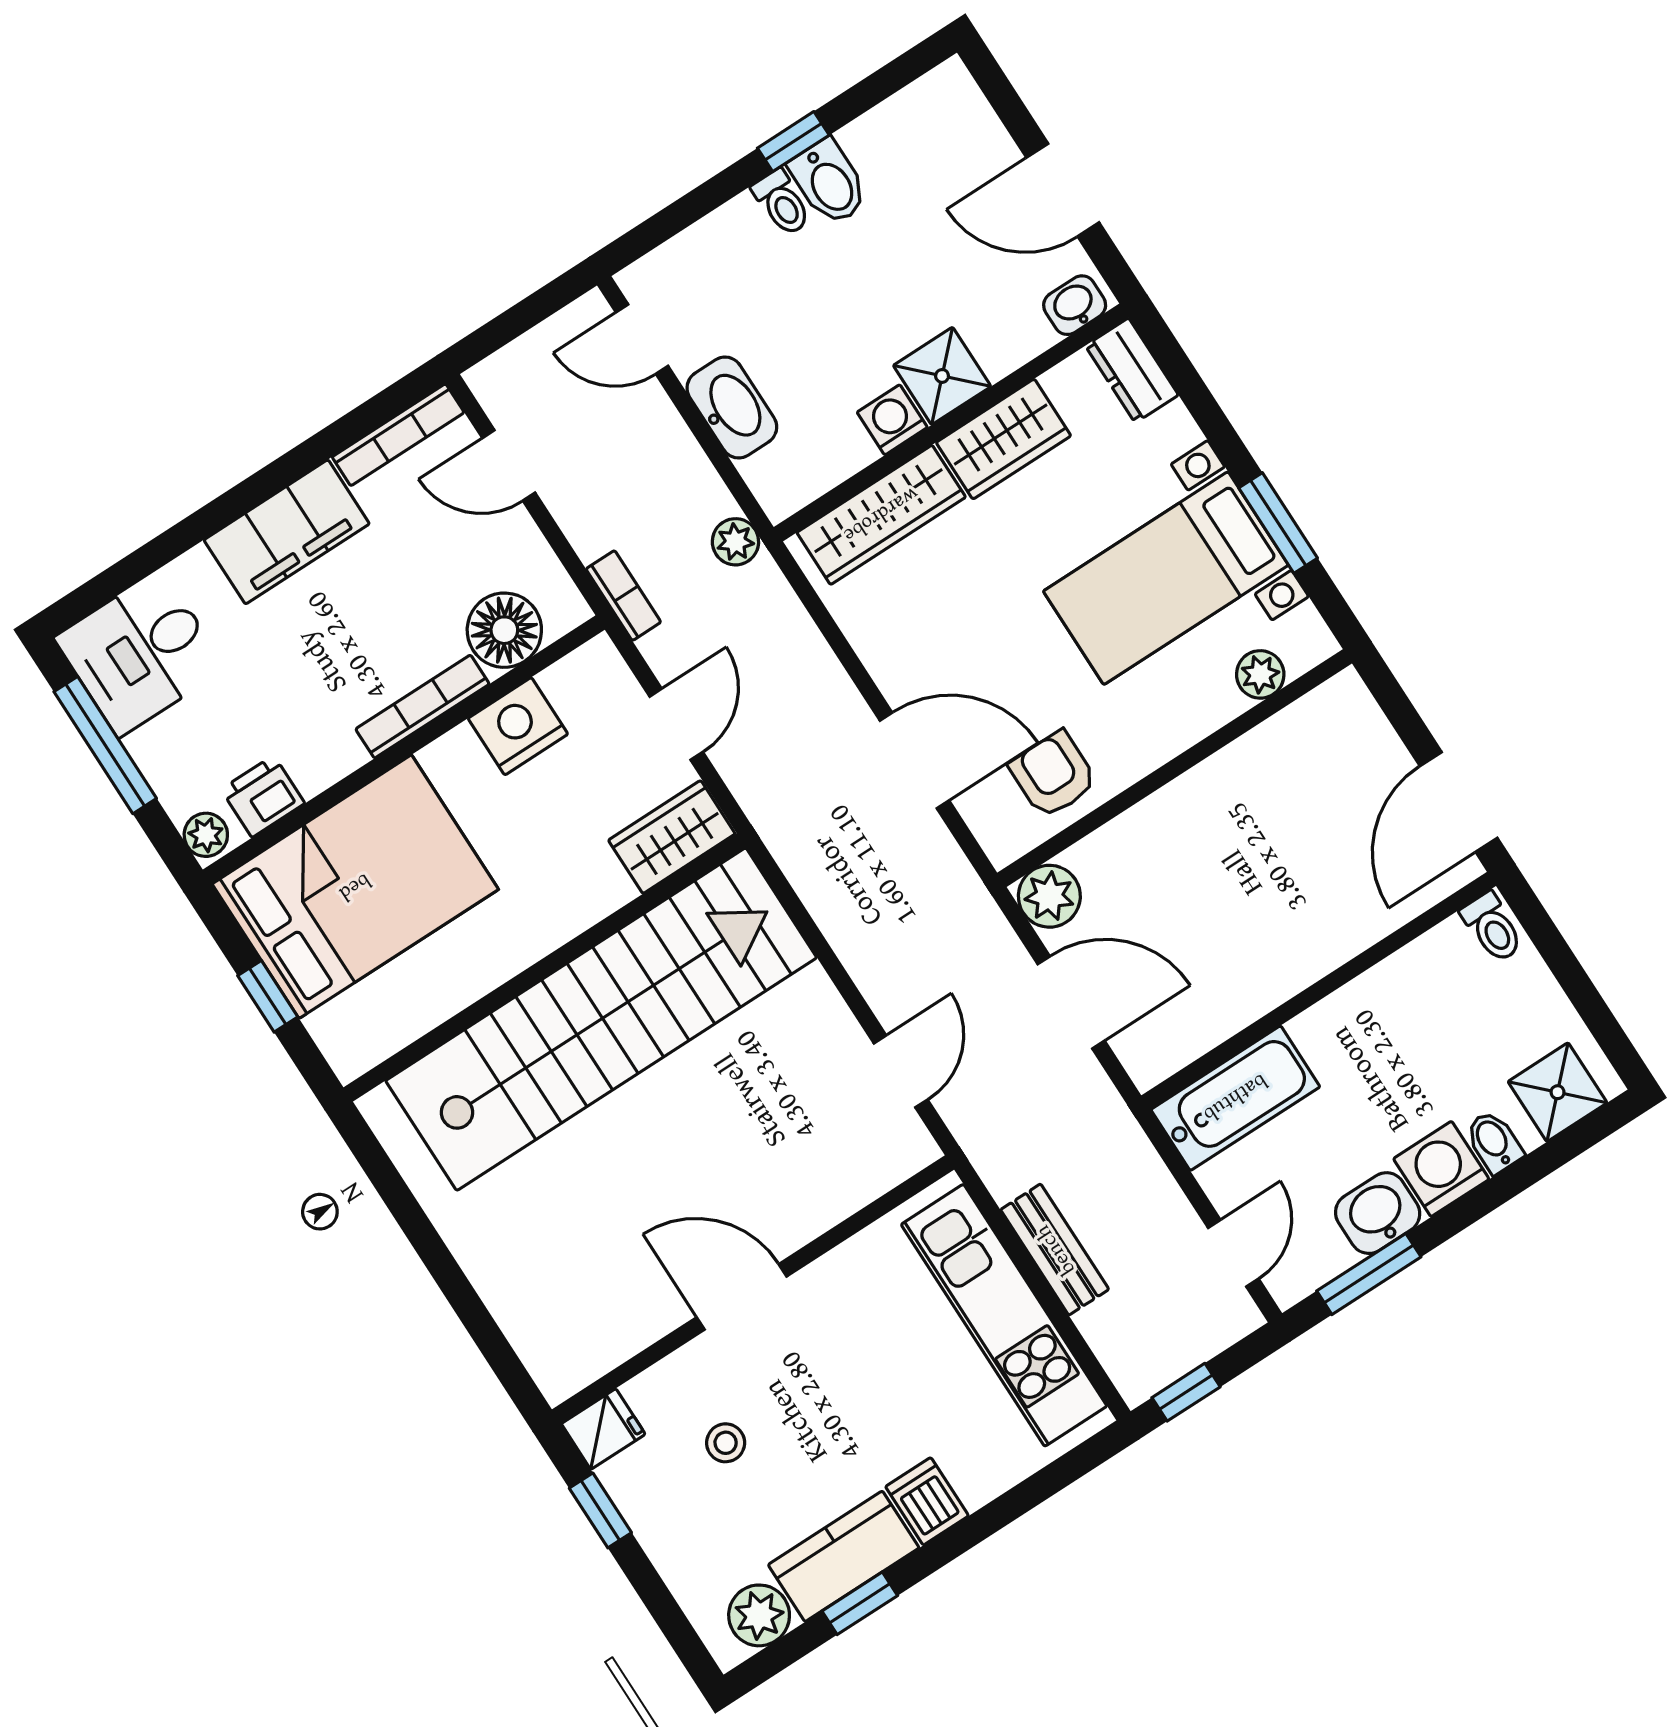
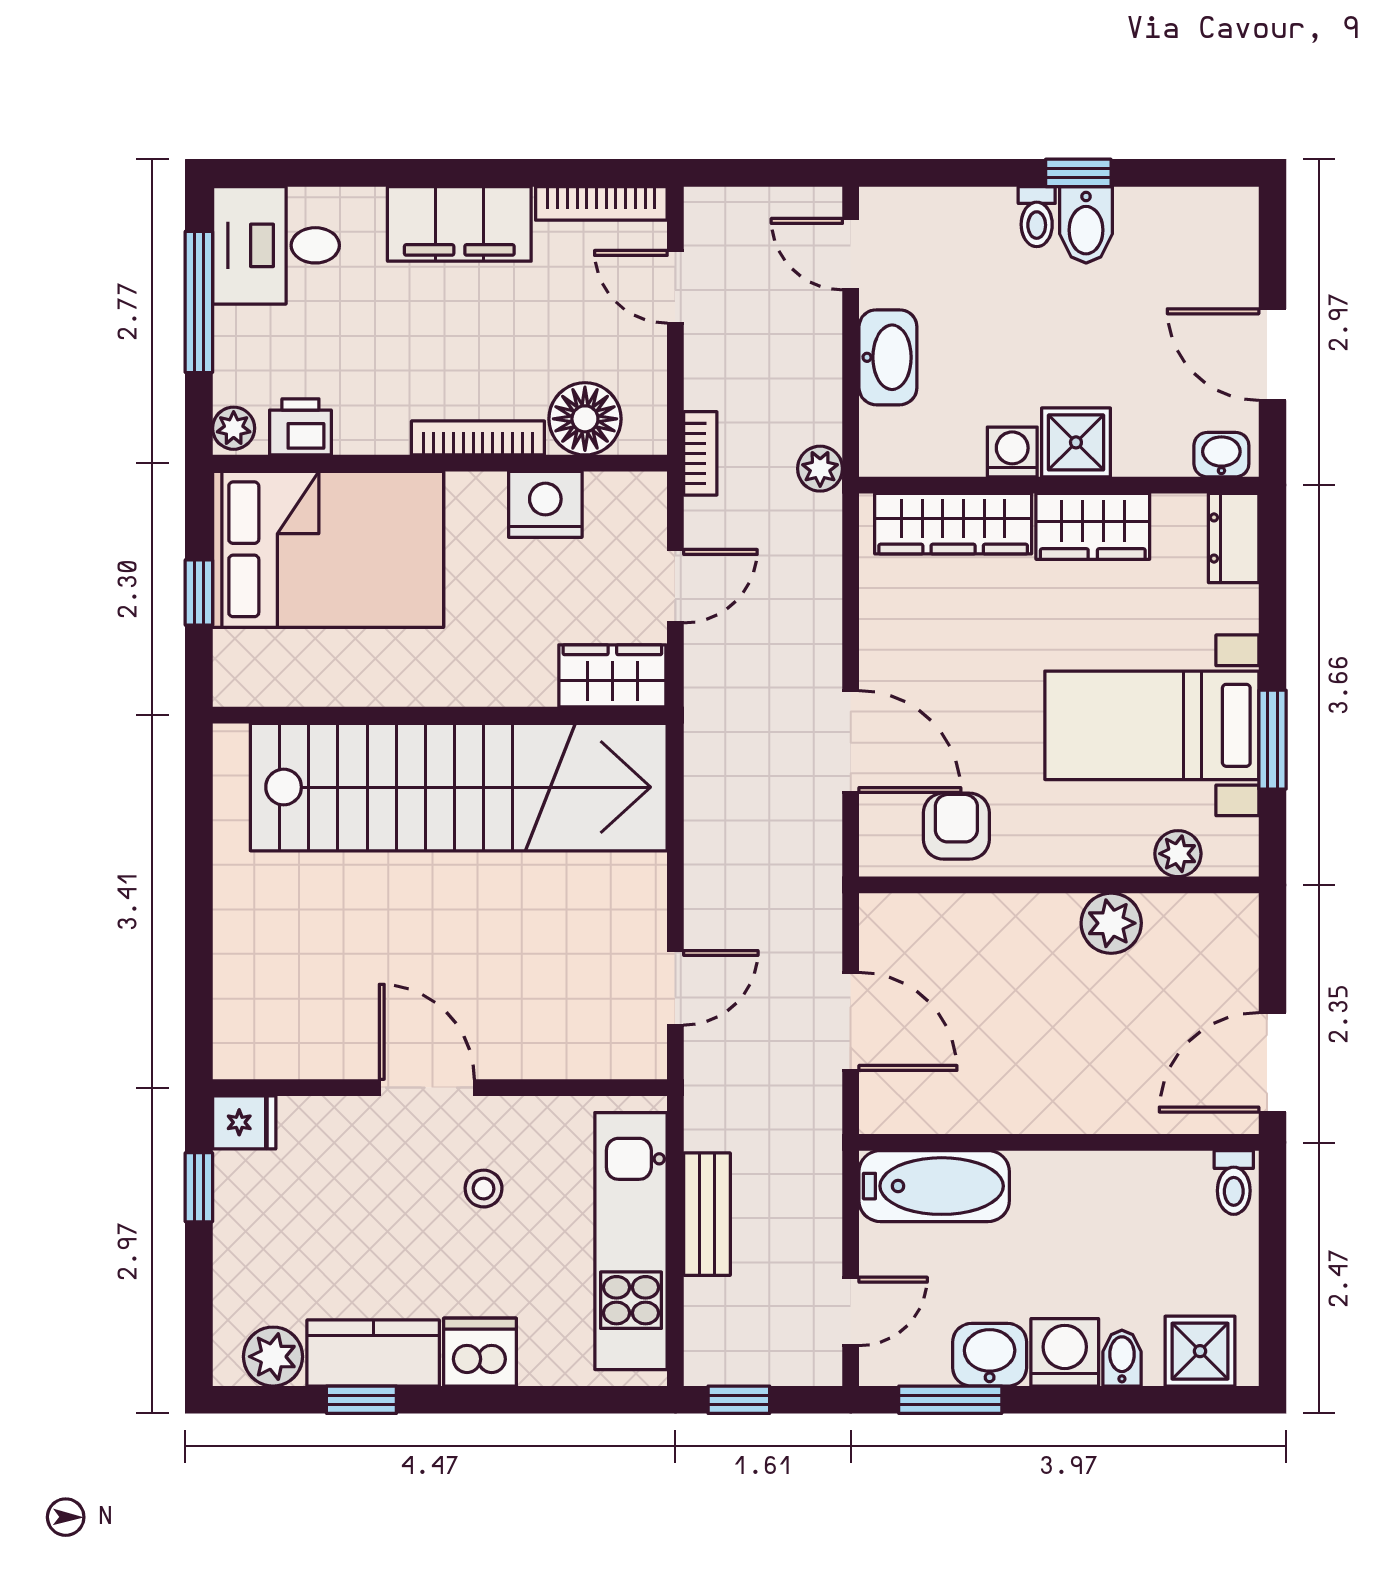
plant: (1049, 896) -> (1111, 923), moved
stool: (726, 1443) -> (484, 1189), moved
dishwasher: (927, 1501) -> (480, 1352), width x1.38

